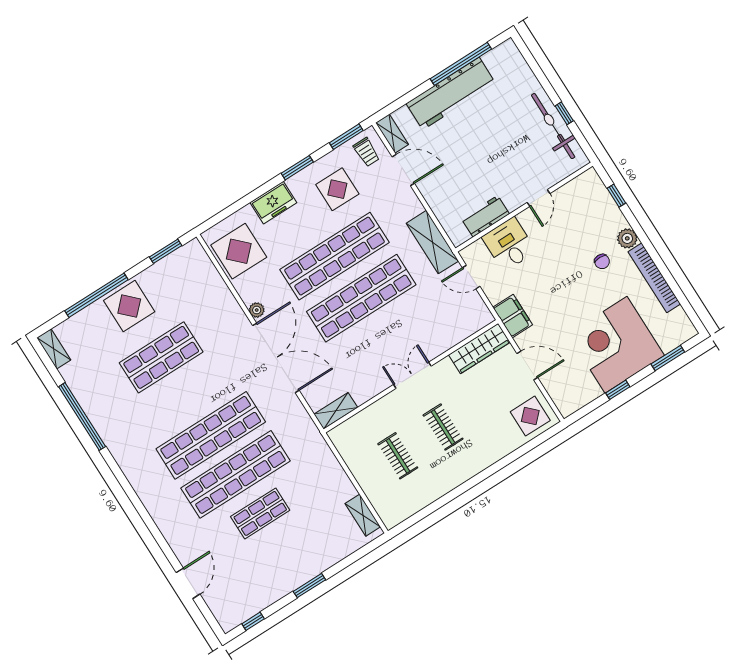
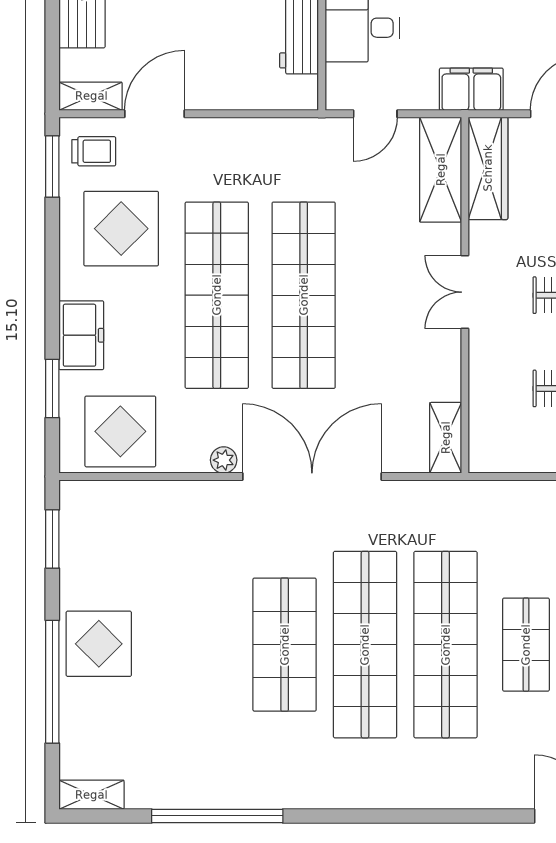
window: (297, 168) -> (52, 388), moved
display table: (337, 189) -> (121, 229), width x1.36, depth x1.36
shelving: (432, 242) -> (441, 170), moved, turned 90
shop shelf: (161, 357) -> (285, 645), moved

